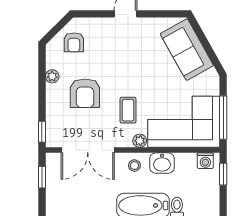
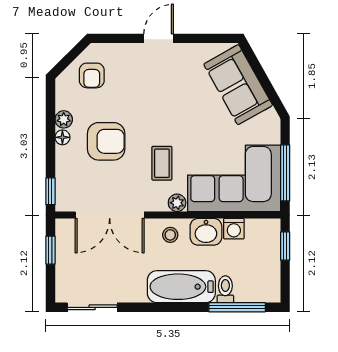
floor lamp: (51, 90) -> (62, 137), added
armchair: (85, 93) -> (106, 141), turned -90
washing machine: (205, 161) -> (234, 229), moved

